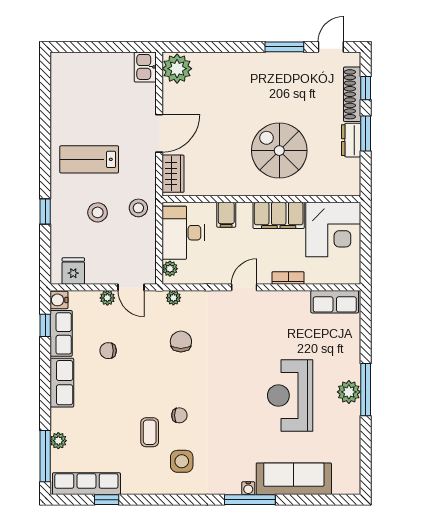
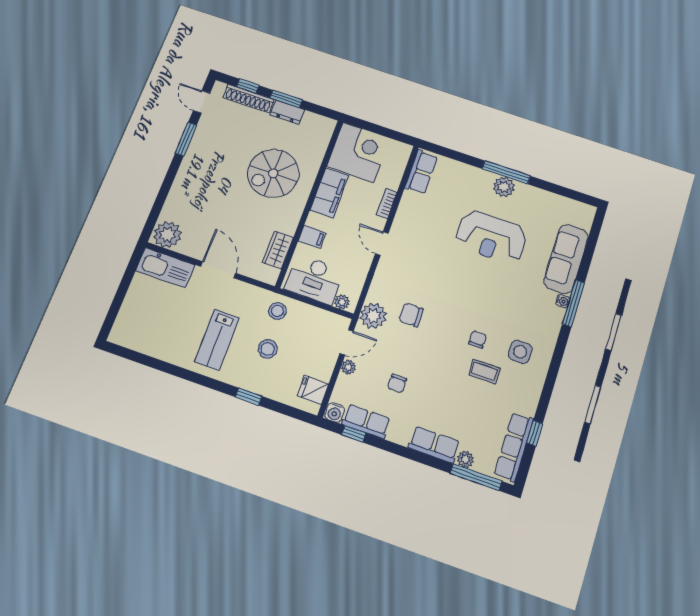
kitchen sink: (145, 67) -> (165, 268), width x1.88, depth x1.24
wardrobe: (173, 174) -> (278, 250), moved, turned -90
plant: (173, 298) -> (373, 316), width x1.88, depth x1.88
row of seats: (62, 383) -> (434, 445), moved

